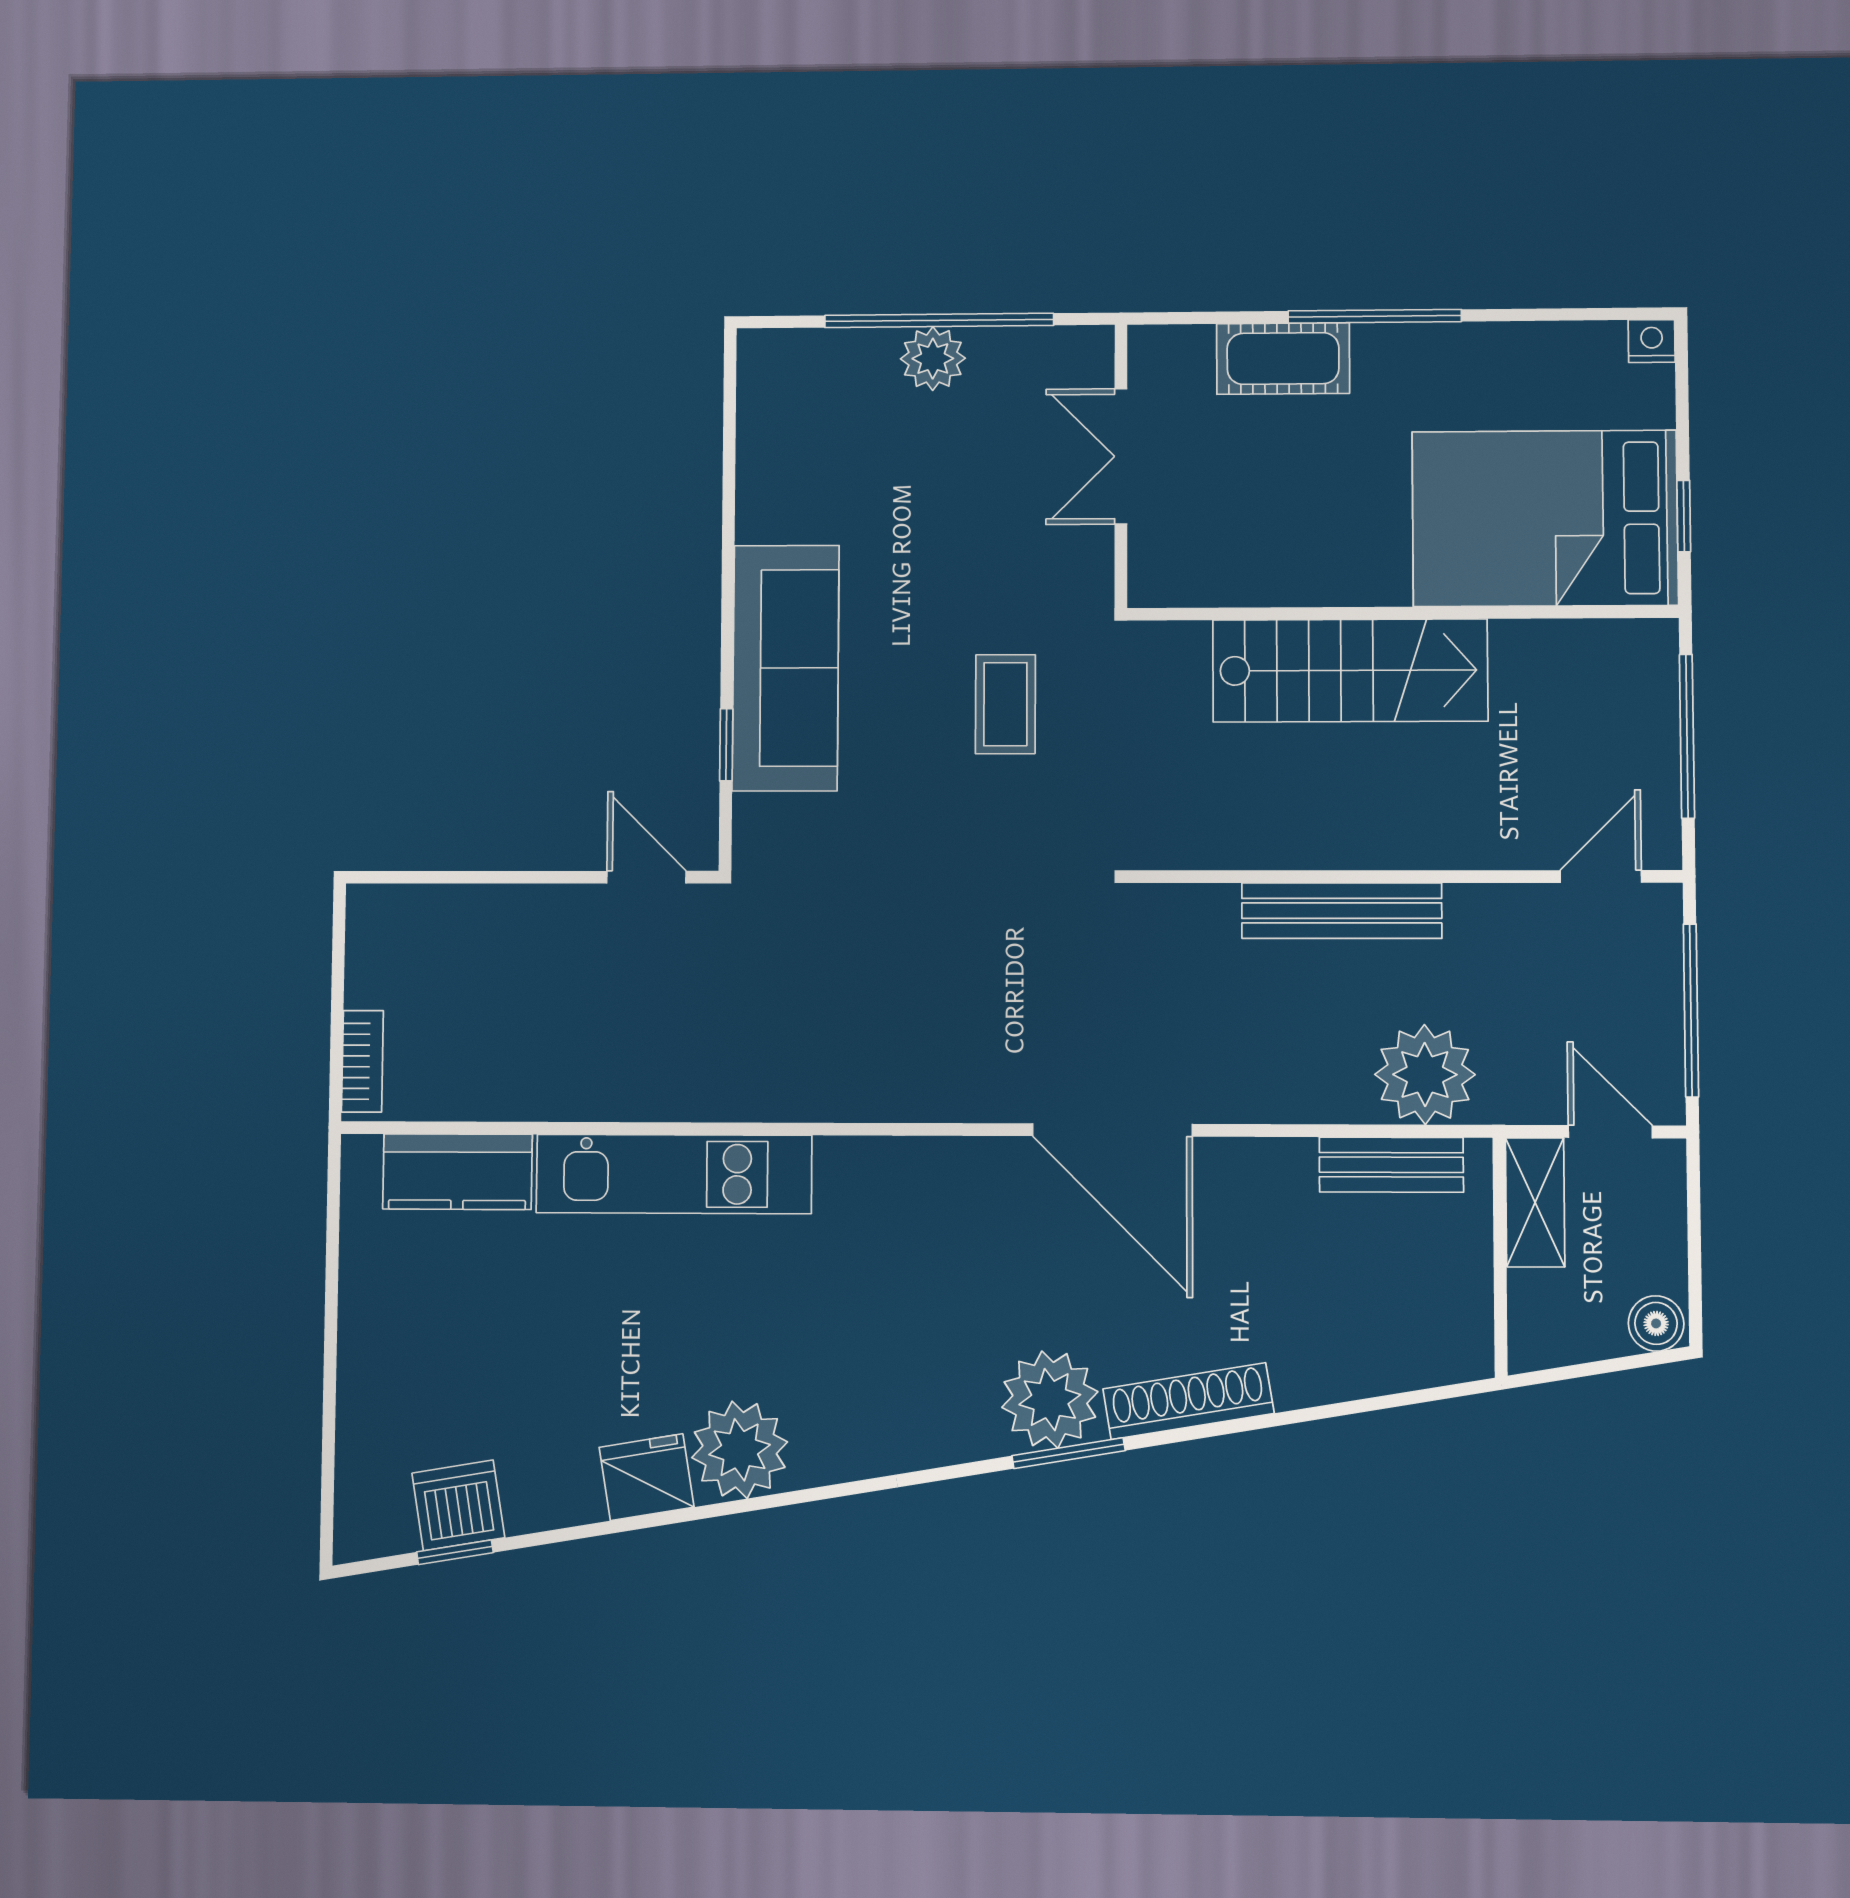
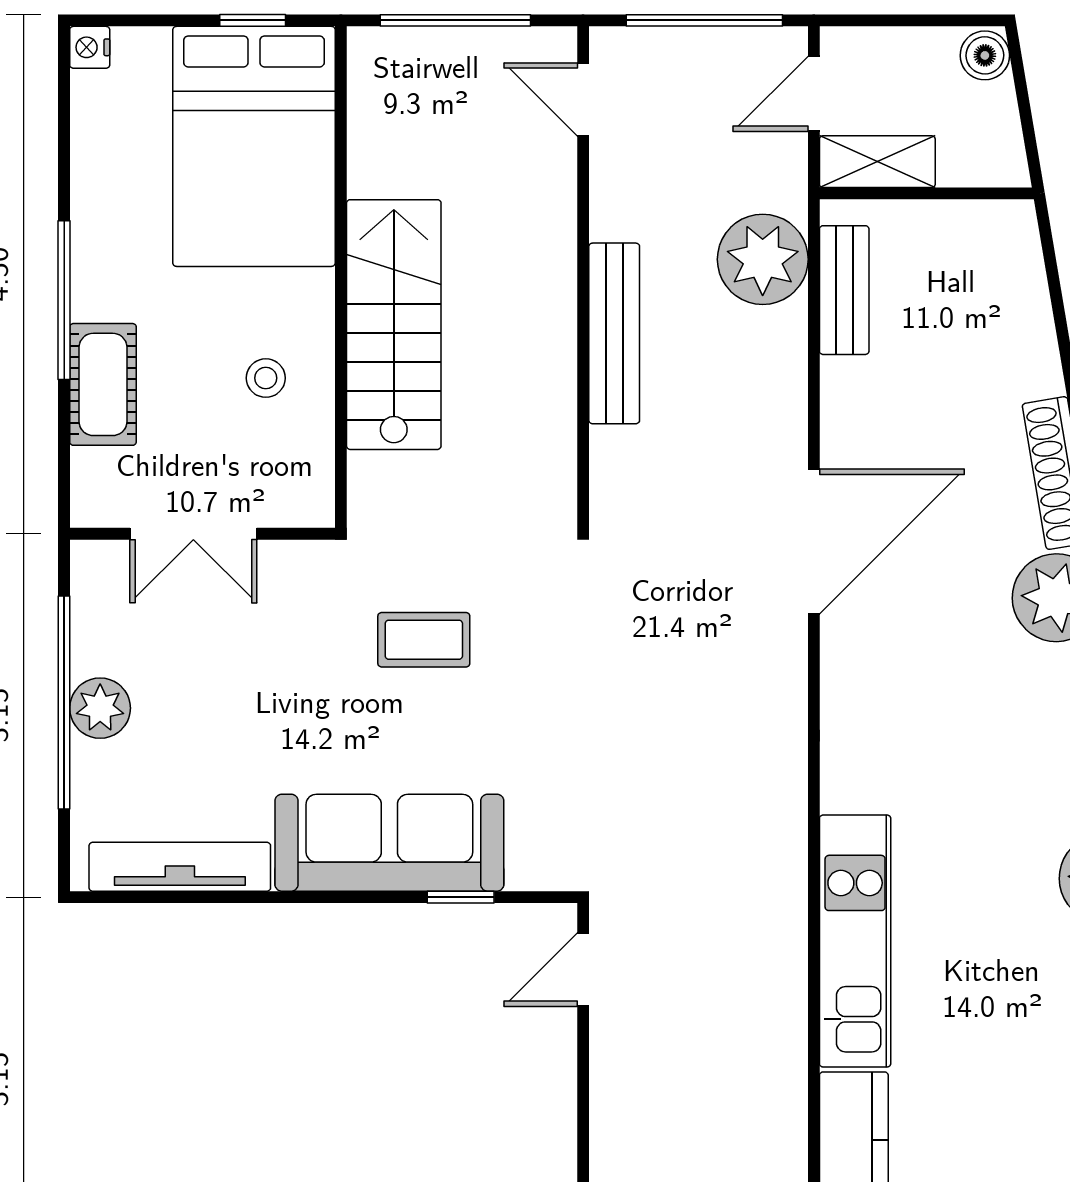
tv unit: (762, 444) -> (180, 867), added
stool: (1291, 533) -> (266, 378), added

